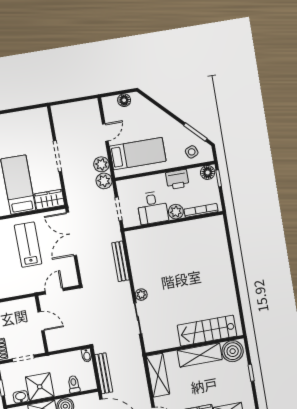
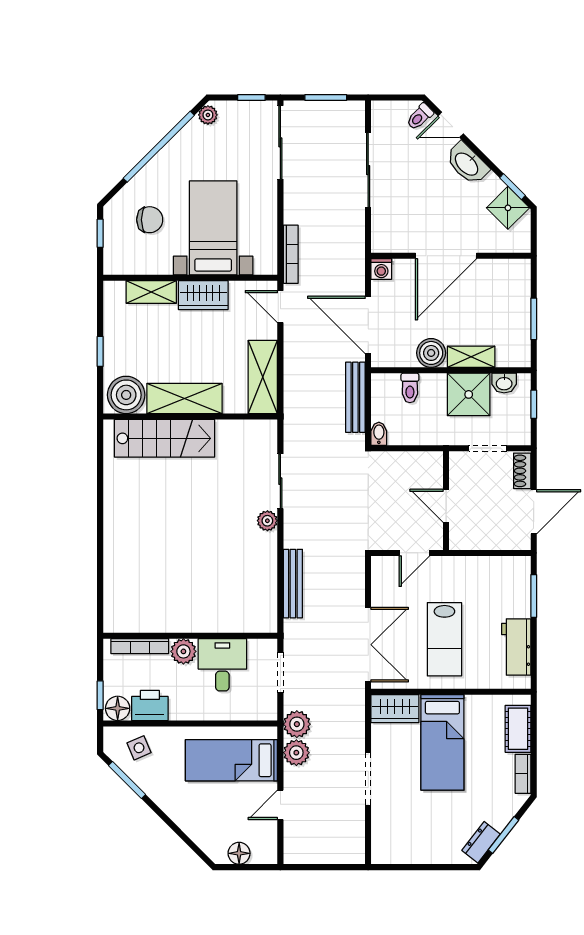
printer: (177, 179) -> (150, 705), moved

